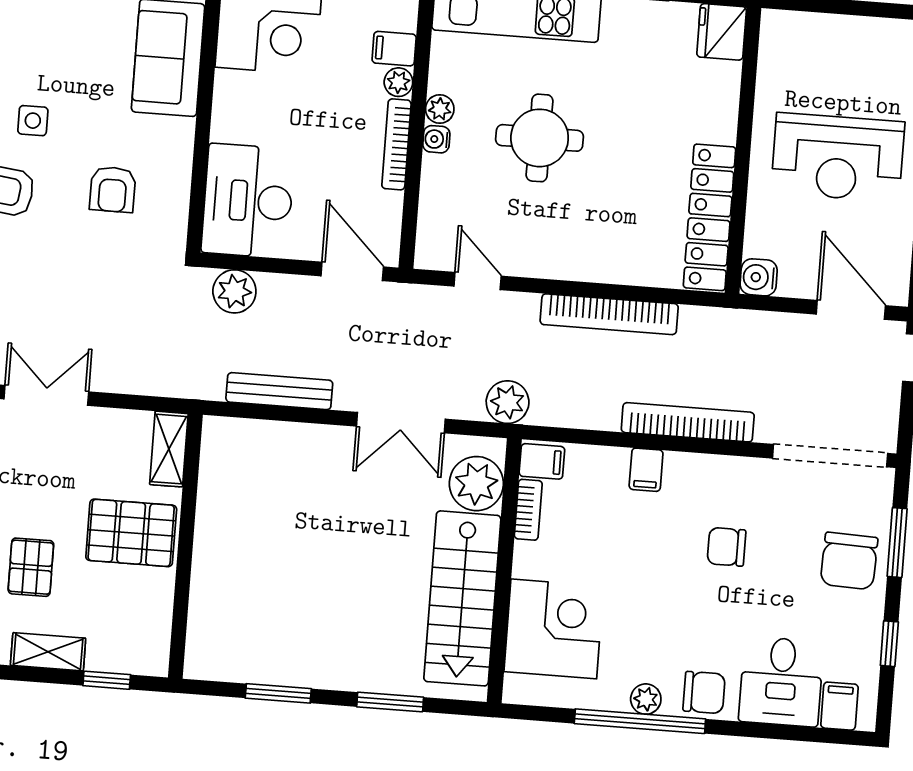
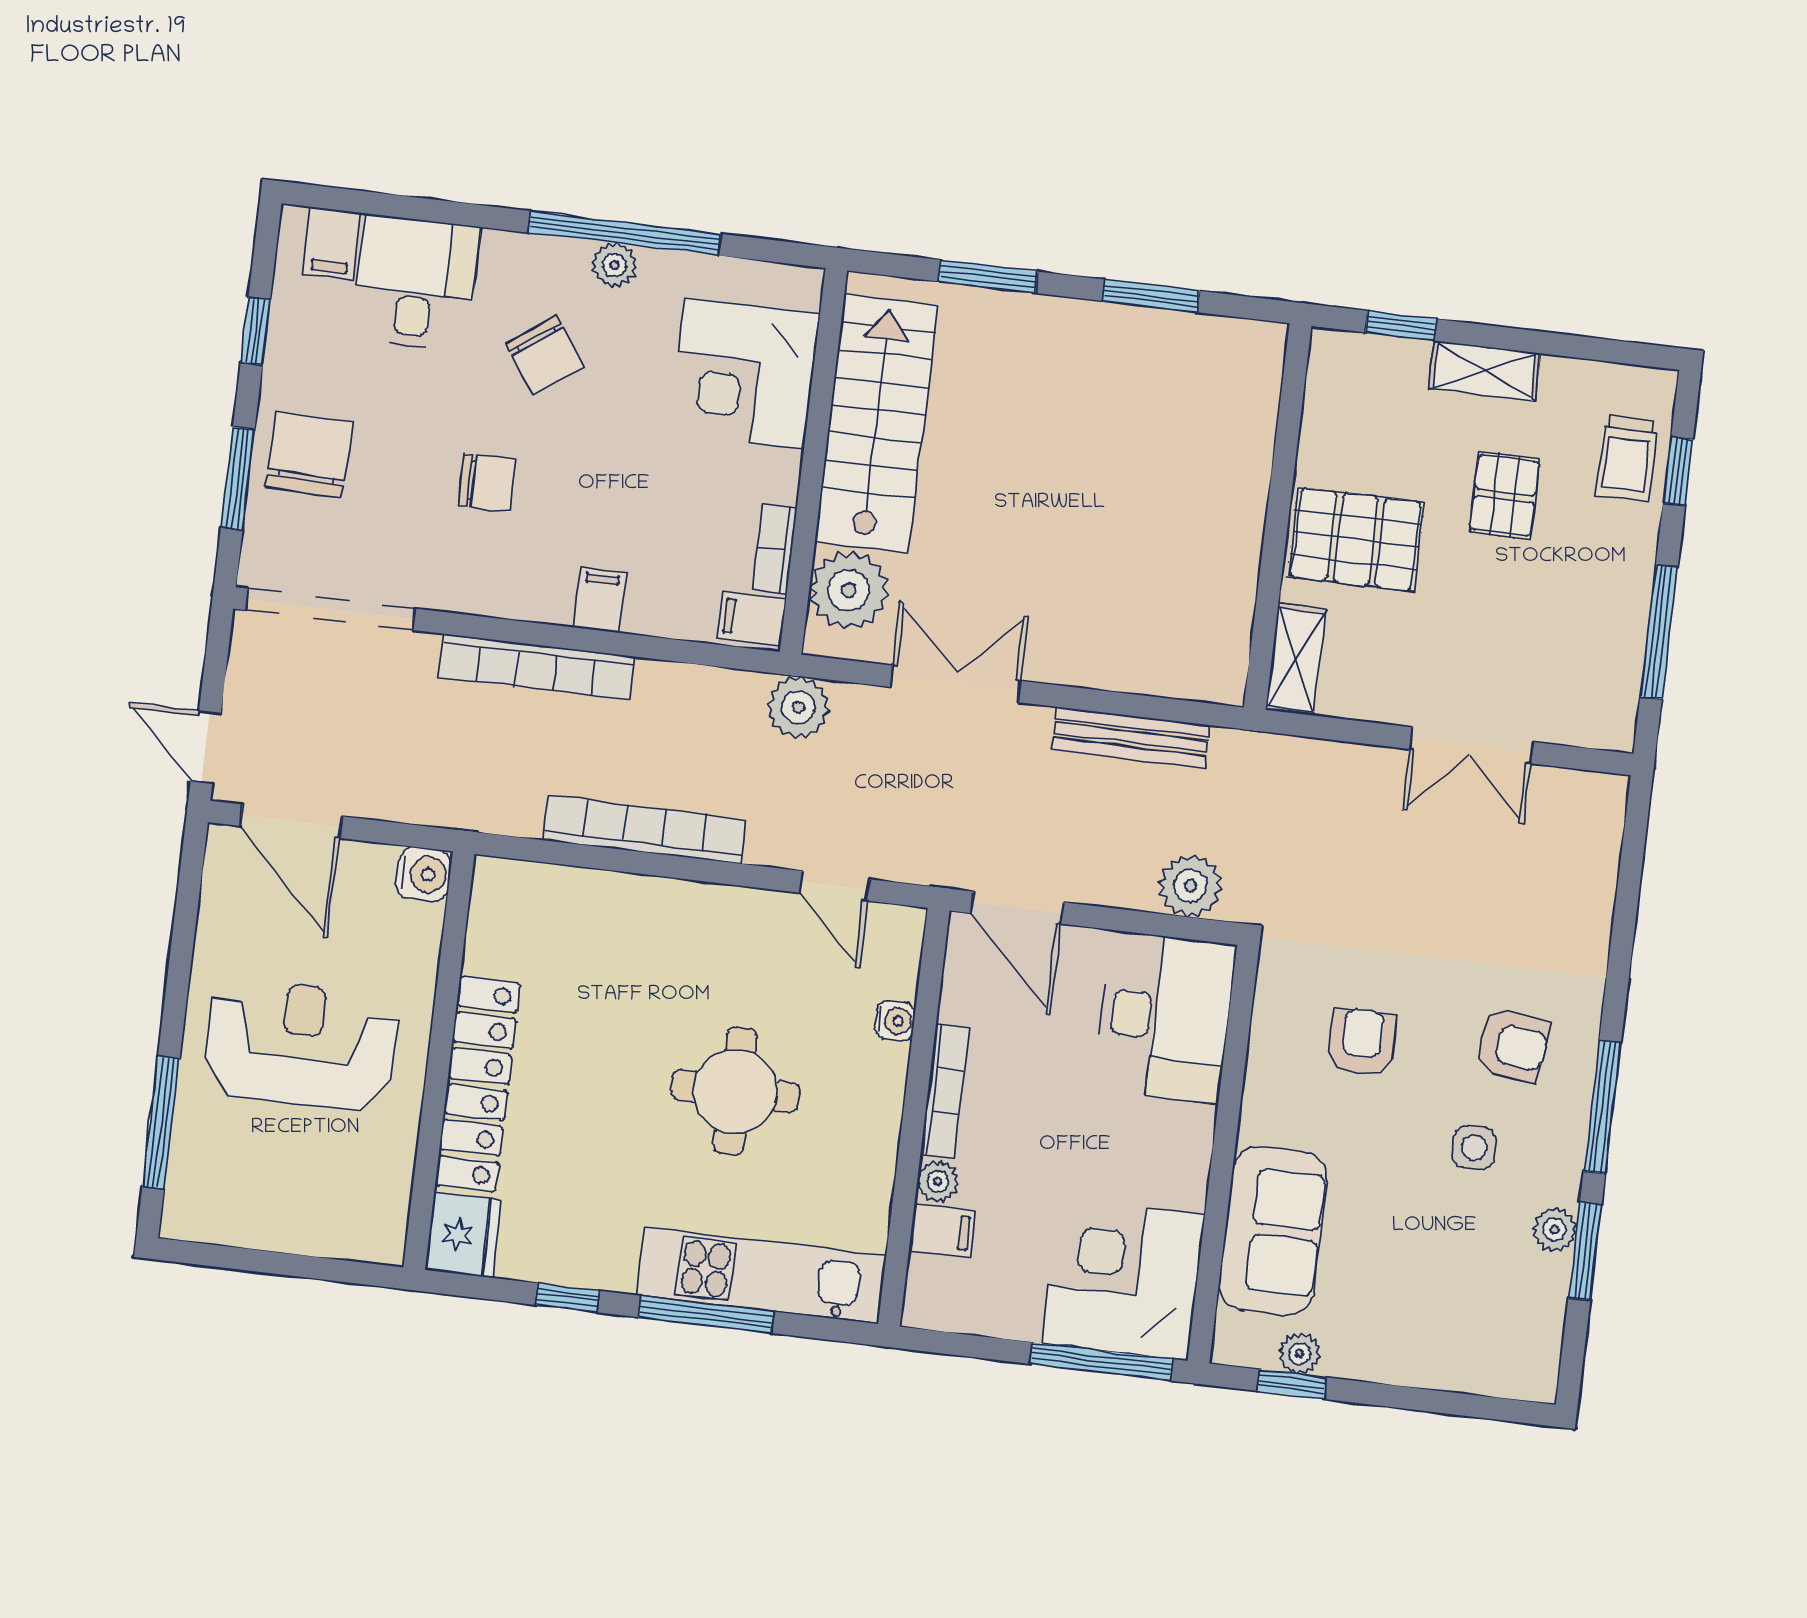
plant: (440, 109) -> (879, 1140), removed
water cooler: (436, 139) -> (895, 1021), moved
locker: (709, 217) -> (478, 1084), moved
chair: (704, 693) -> (545, 355), moved, turned -125

